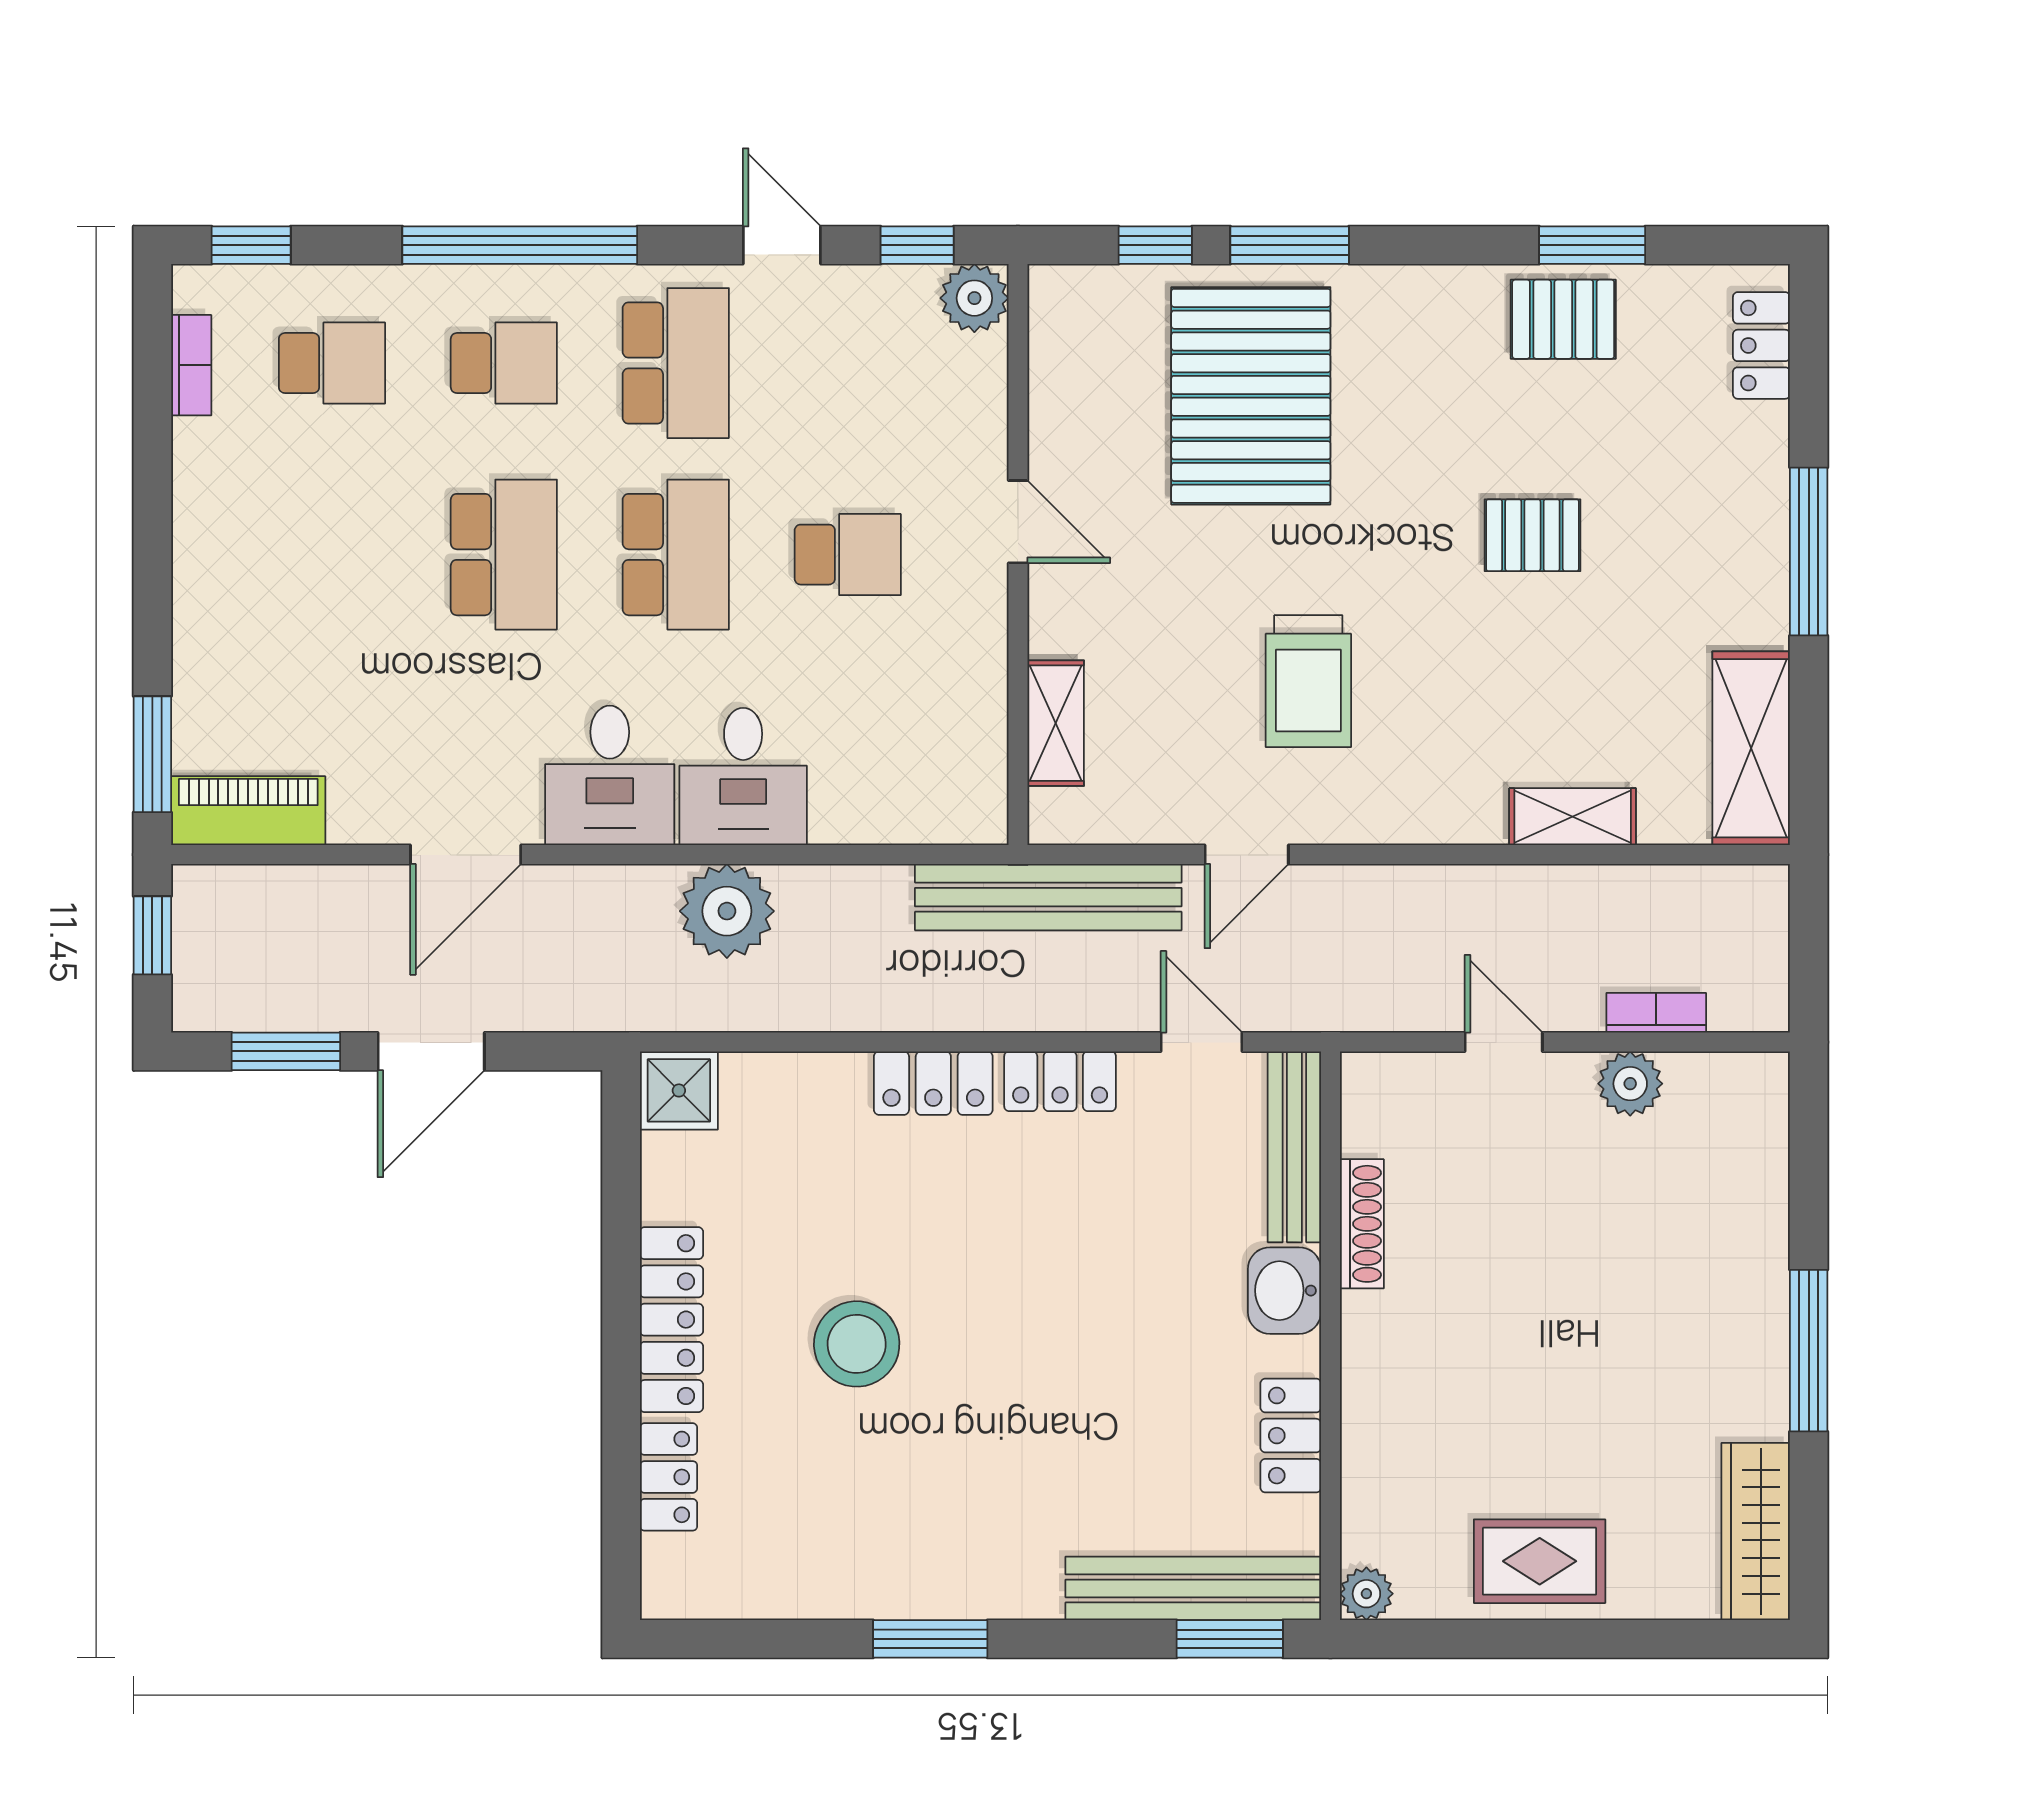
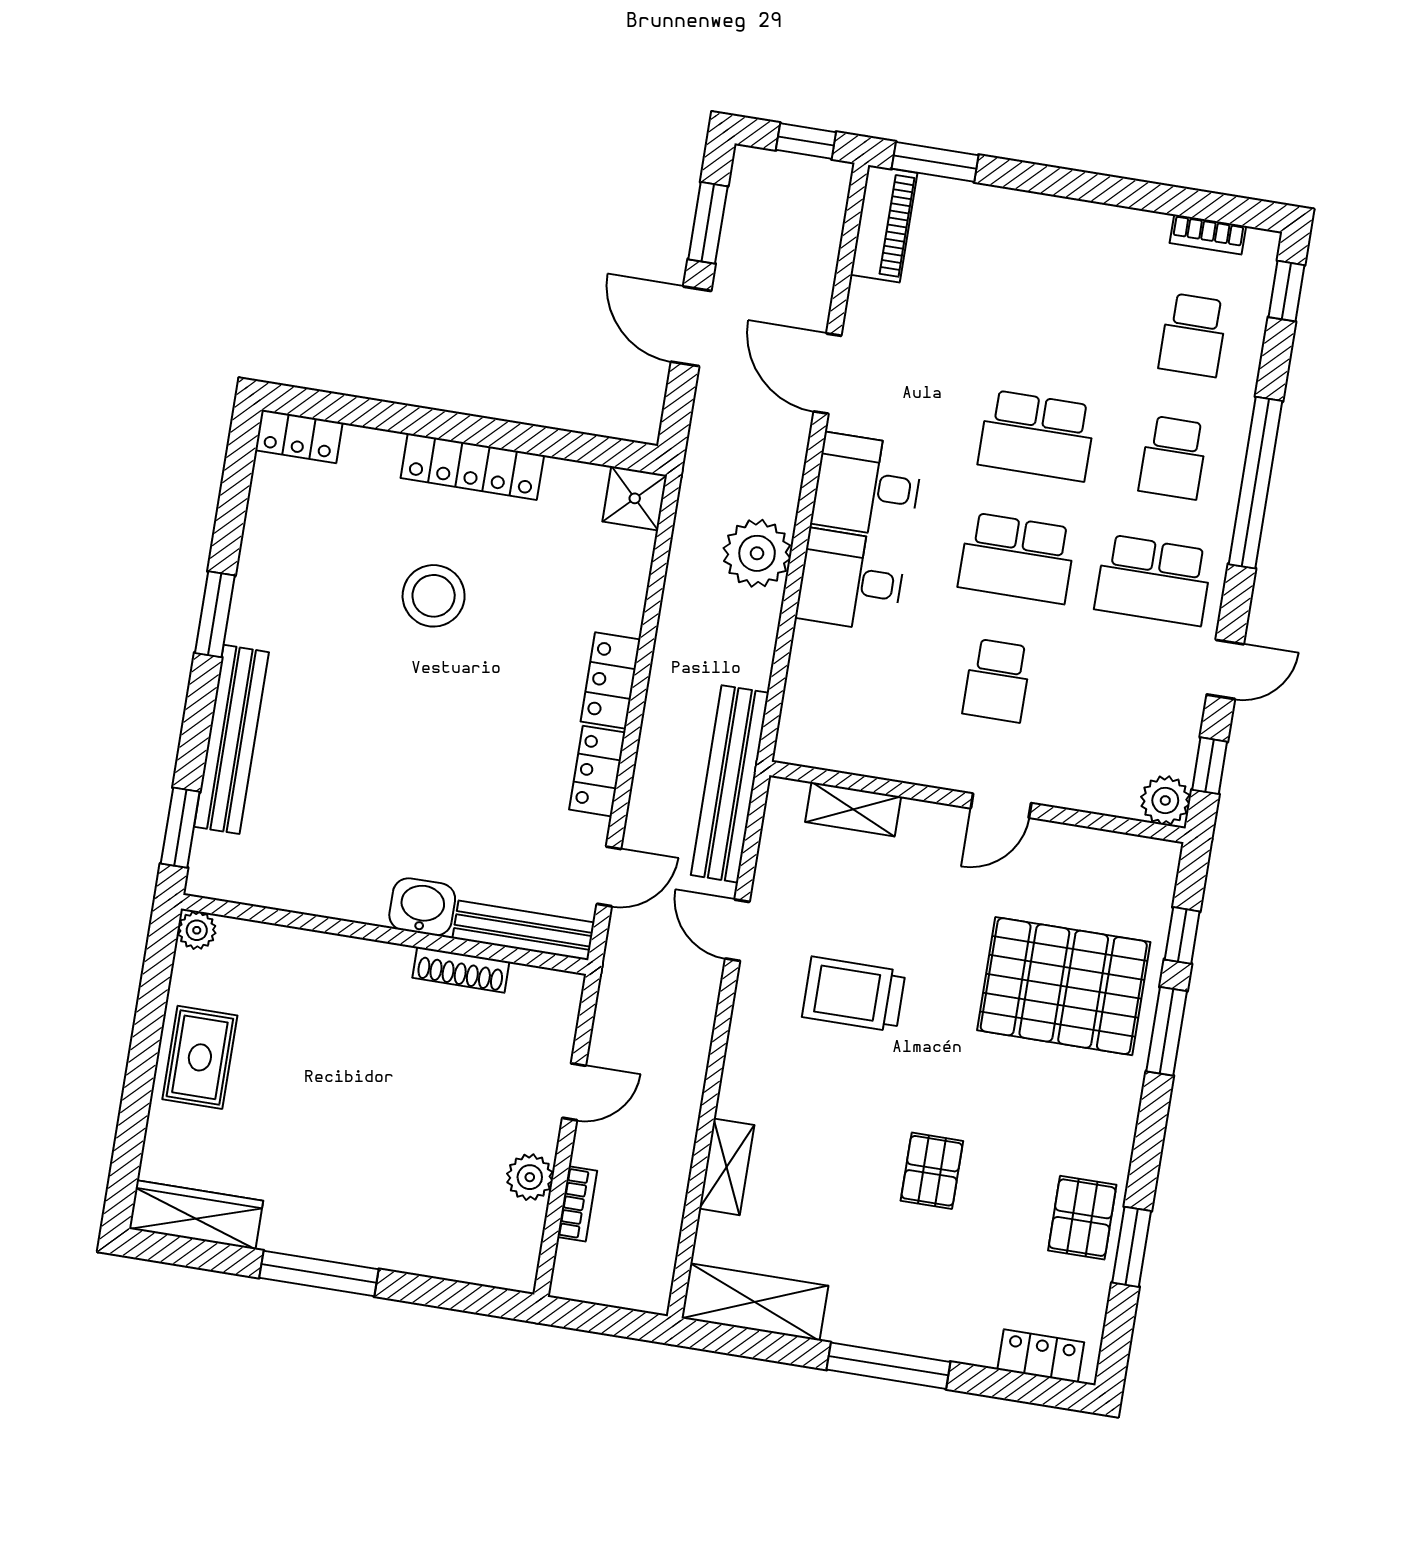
locker: (1291, 1436) -> (318, 895), removed
locker: (669, 1477) -> (299, 436), moved
bench: (1193, 1588) -> (231, 739), moved

